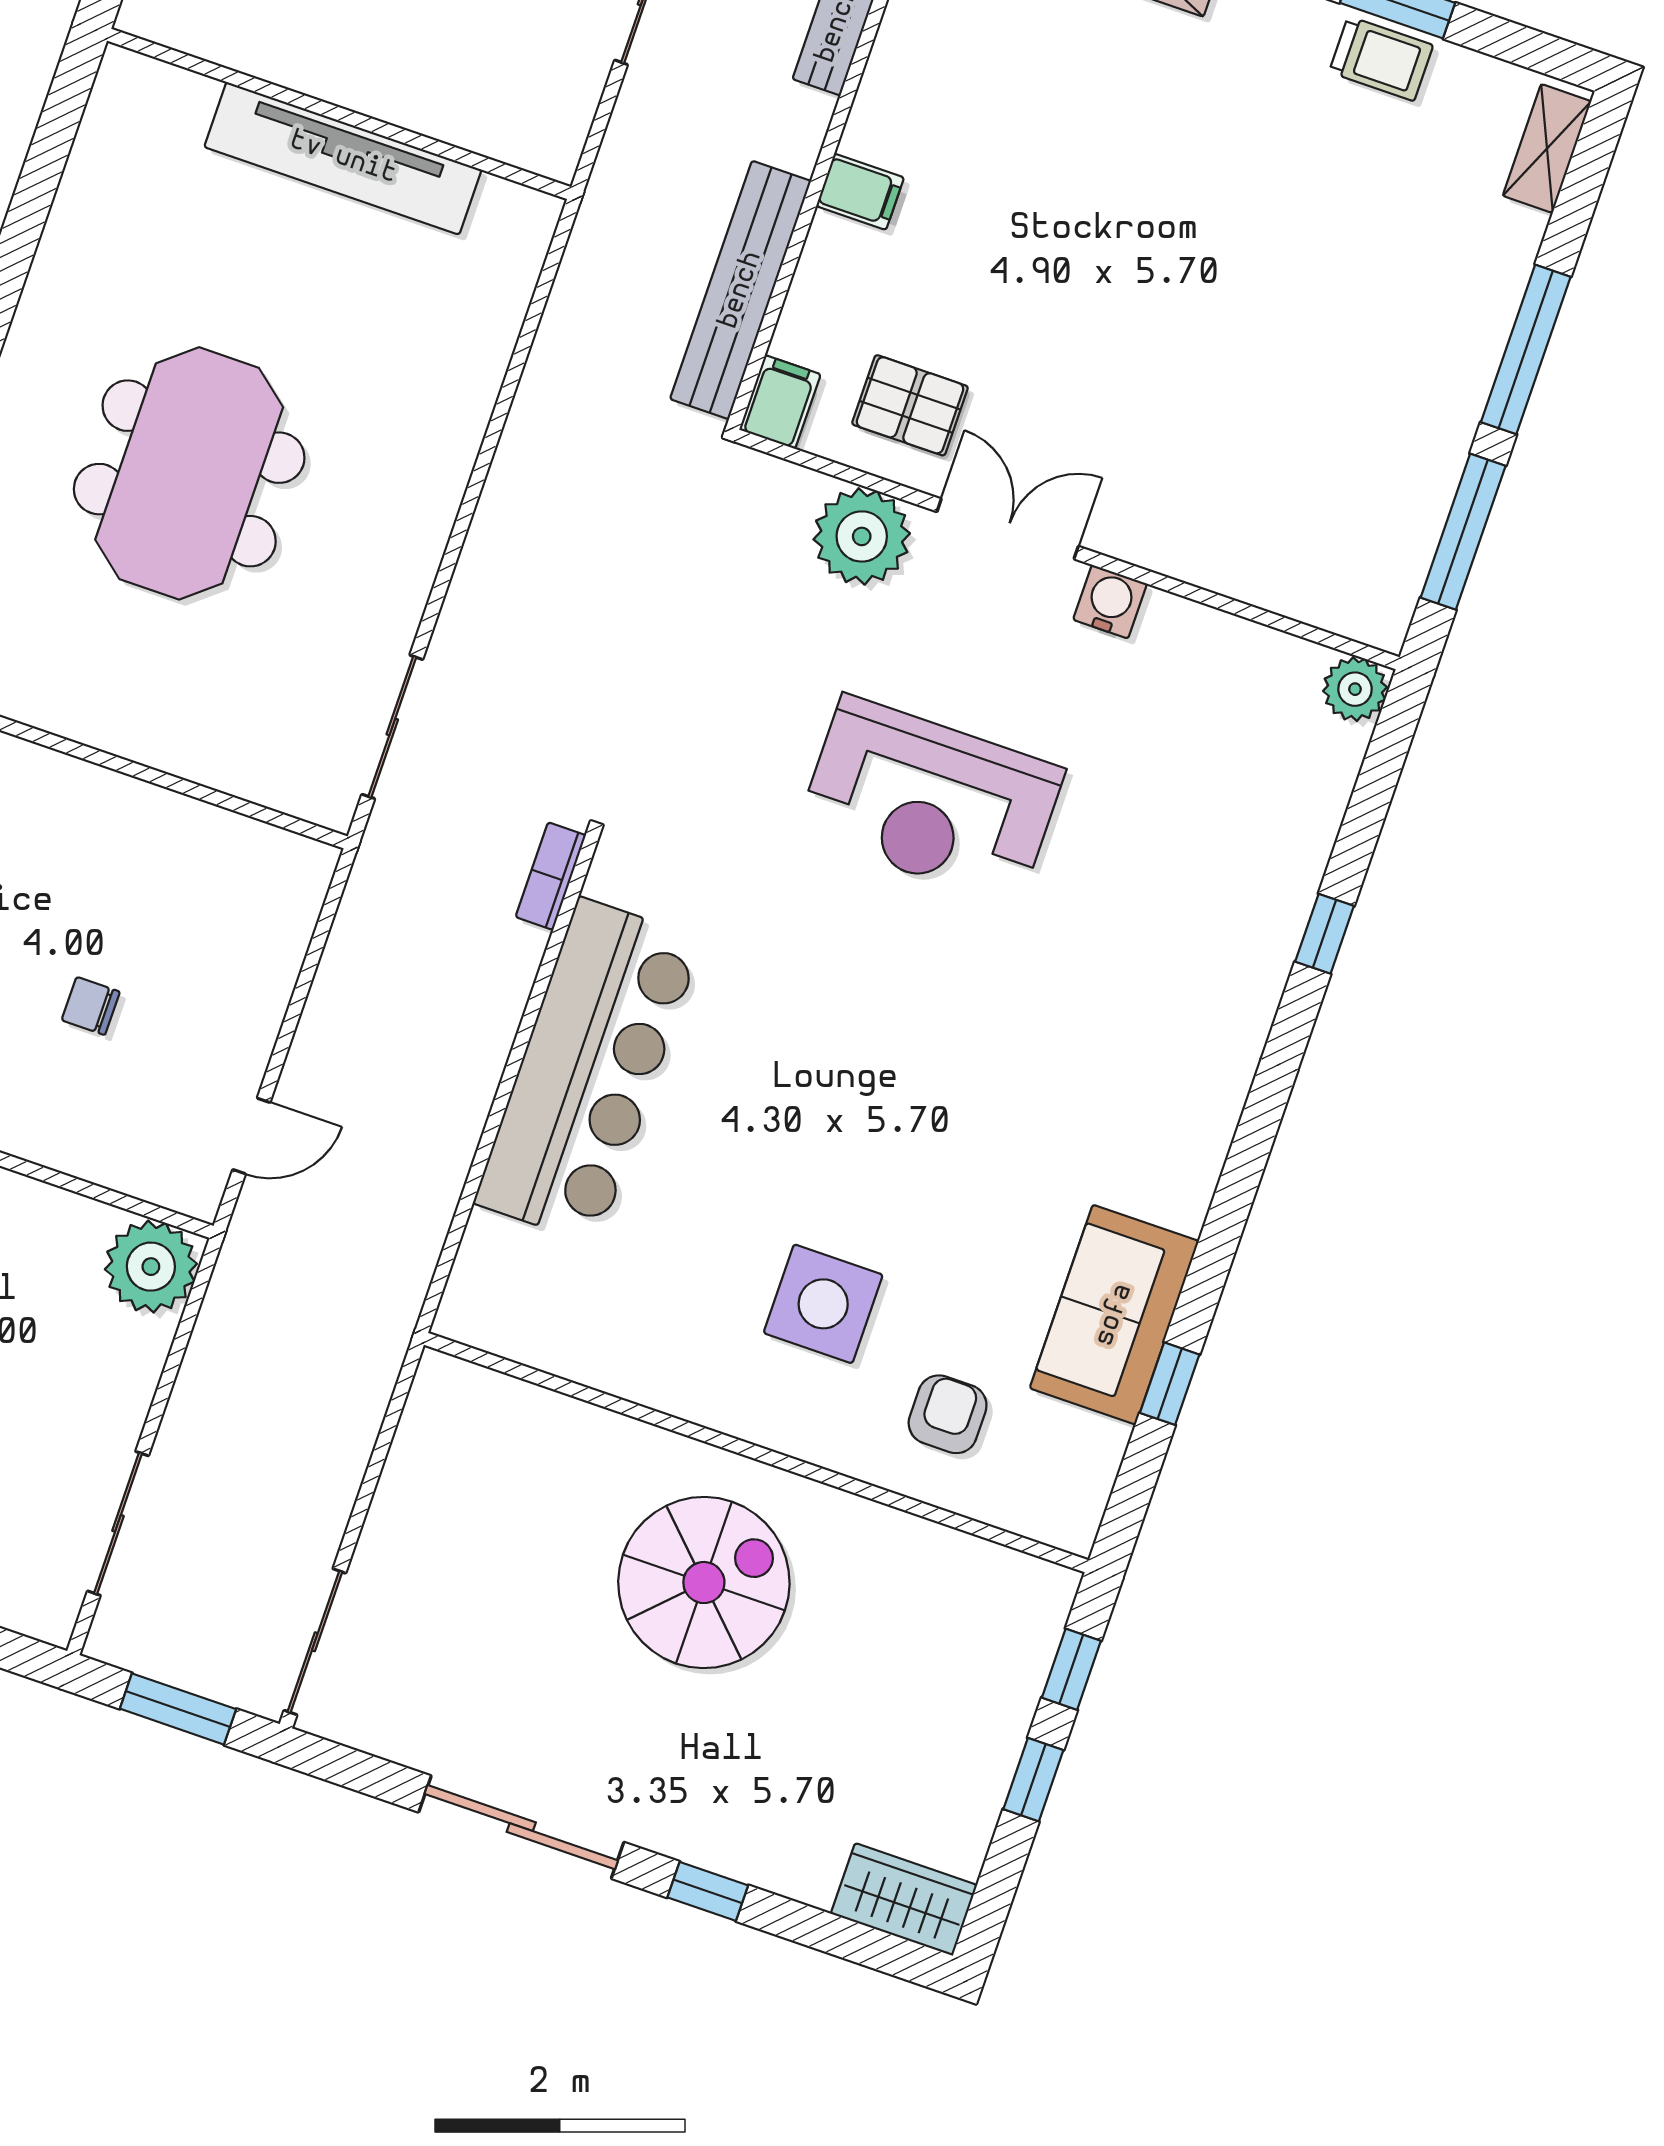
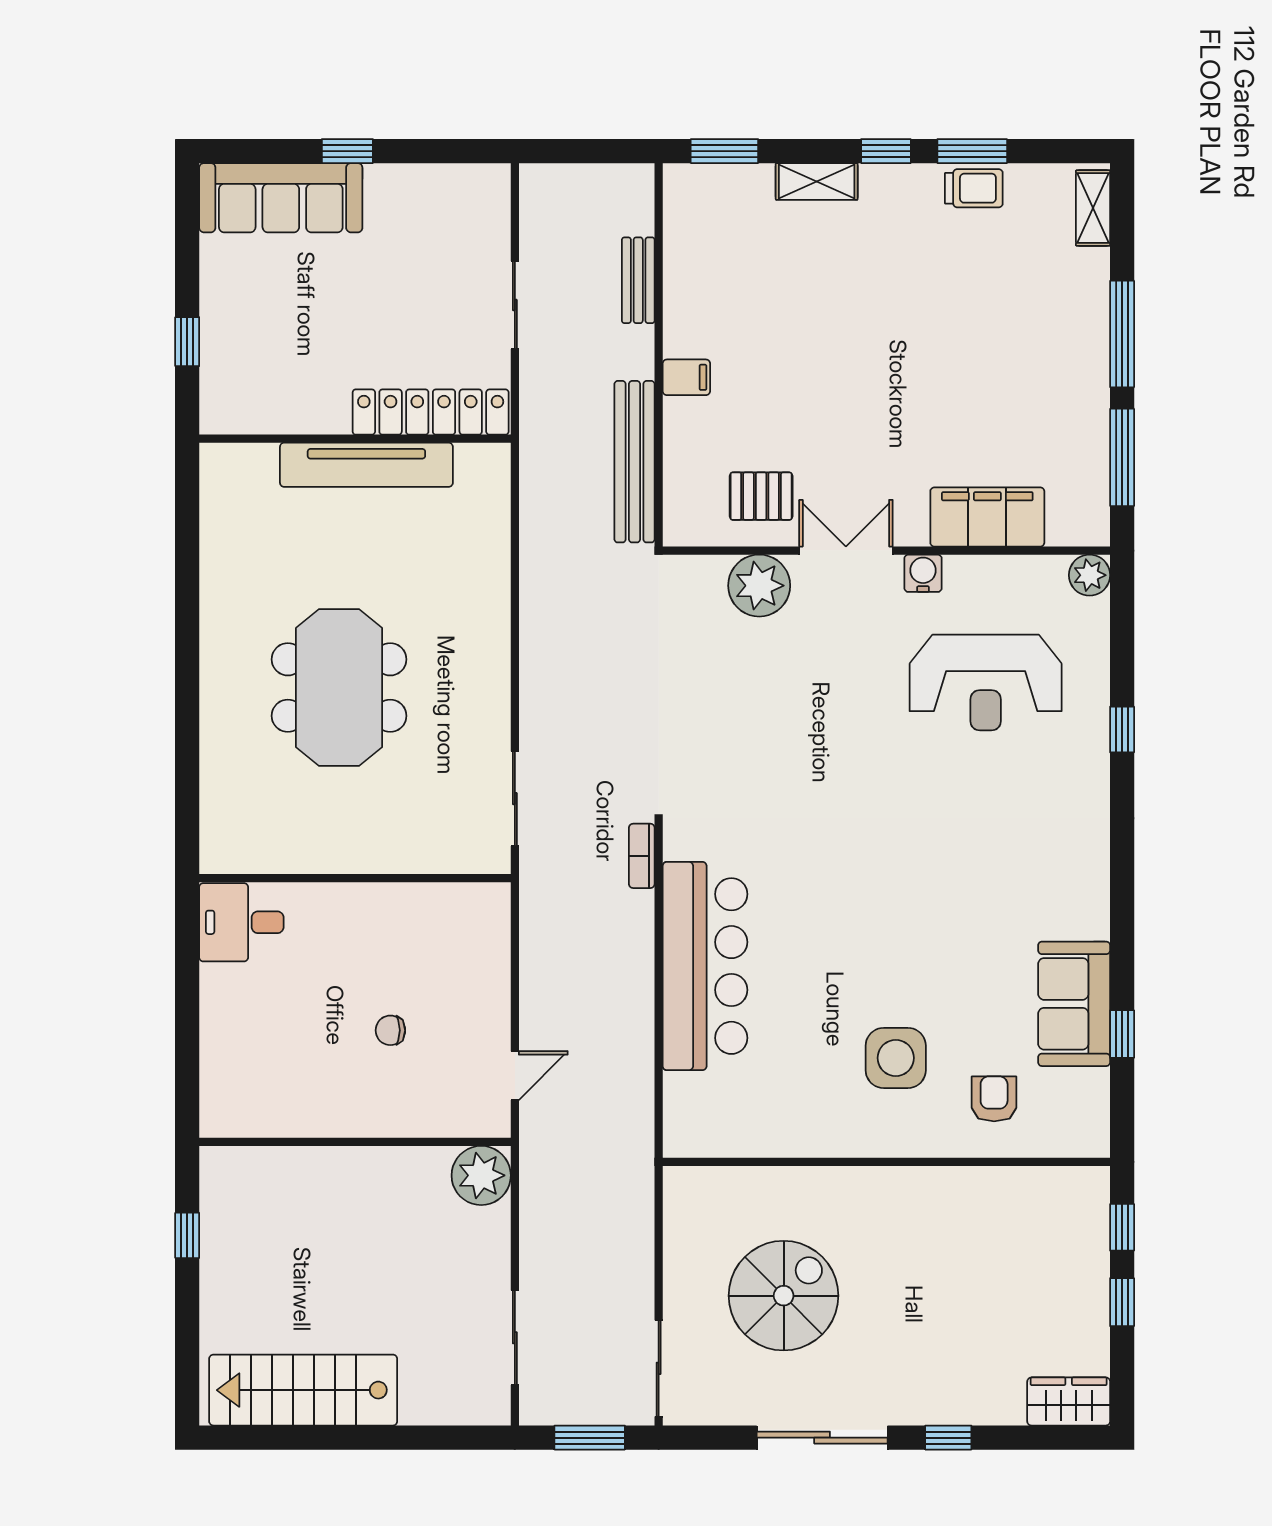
locker: (465, 113) -> (431, 412), added
filing cabinet: (780, 402) -> (987, 517), moved, width x3.00, depth x1.17
reception desk: (930, 801) -> (986, 683), moved
spiral stairs: (704, 1583) -> (784, 1296), moved

